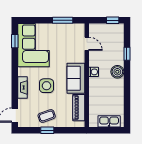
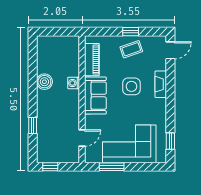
door: (87, 44) -> (82, 138), swing flipped
corner sofa: (34, 45) -> (129, 144), moved, turned 90
washing machine: (94, 72) -> (74, 83), moved
boiler: (117, 72) -> (44, 82), moved
kitchen sink: (109, 121) -> (55, 43), removed

